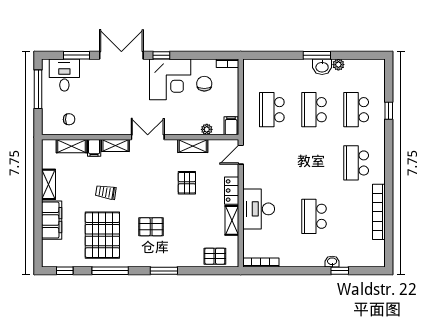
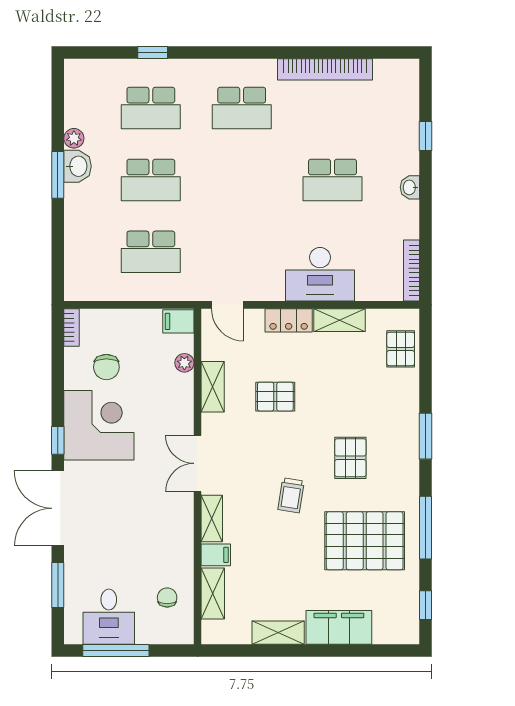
desk: (64, 75) -> (109, 617), moved, turned -90
chair: (204, 84) -> (106, 367), turned -90
trolley: (106, 192) -> (291, 495), moved
washbasin: (332, 262) -> (410, 187), moved

